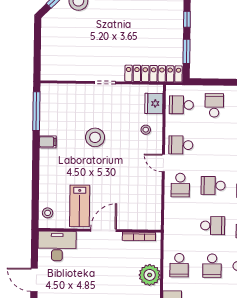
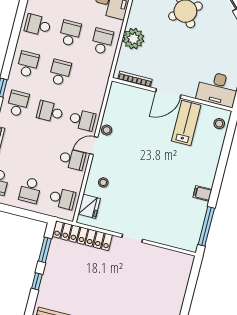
stool: (95, 137) -> (107, 130), moved, width x0.53, depth x0.53
door: (163, 163) -> (94, 146), swing flipped
school desk: (180, 185) -> (82, 120), turned 90
school desk: (213, 185) -> (50, 112), turned 180
school desk: (213, 226) -> (60, 72), turned 90

